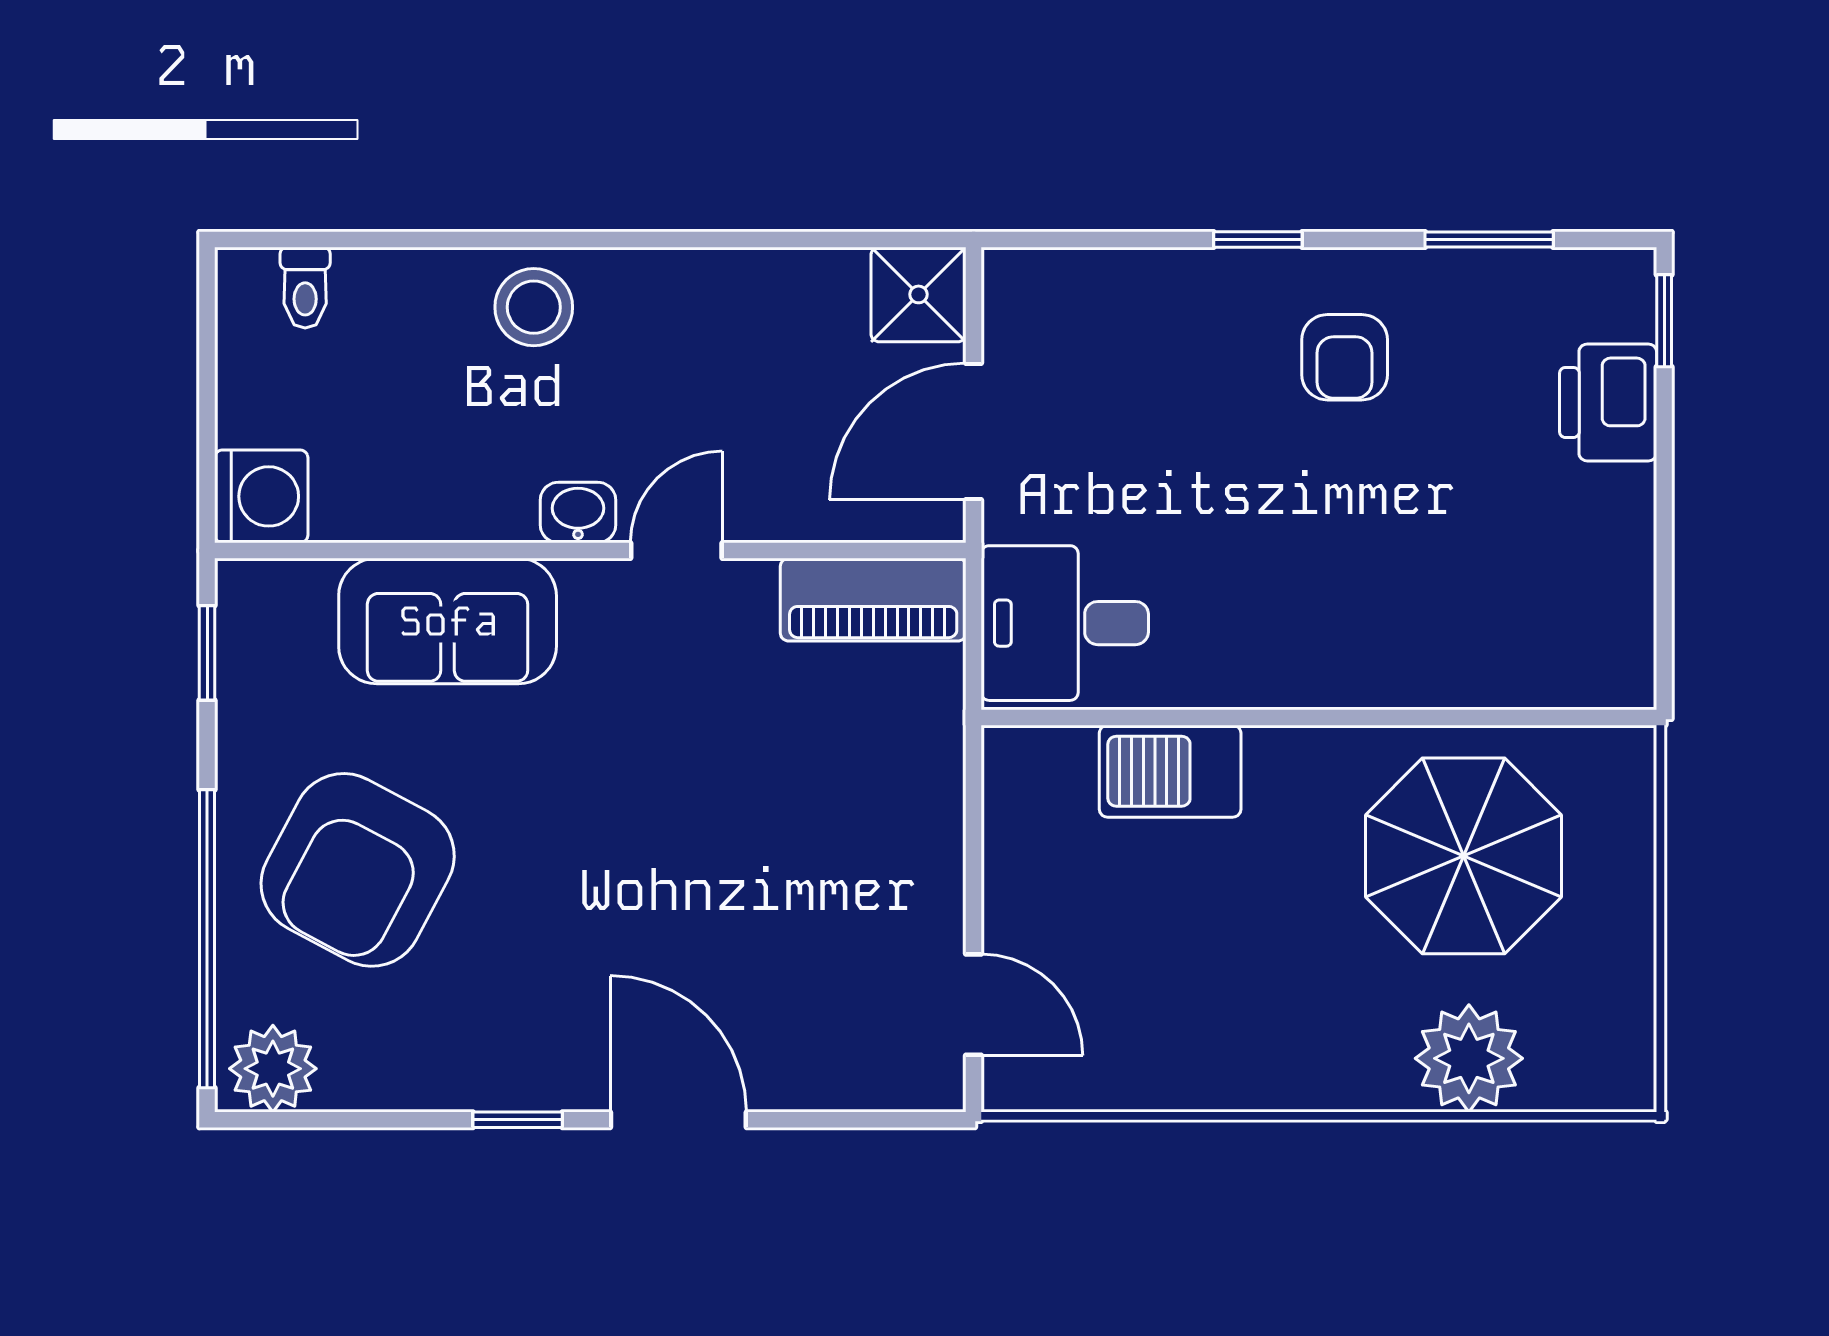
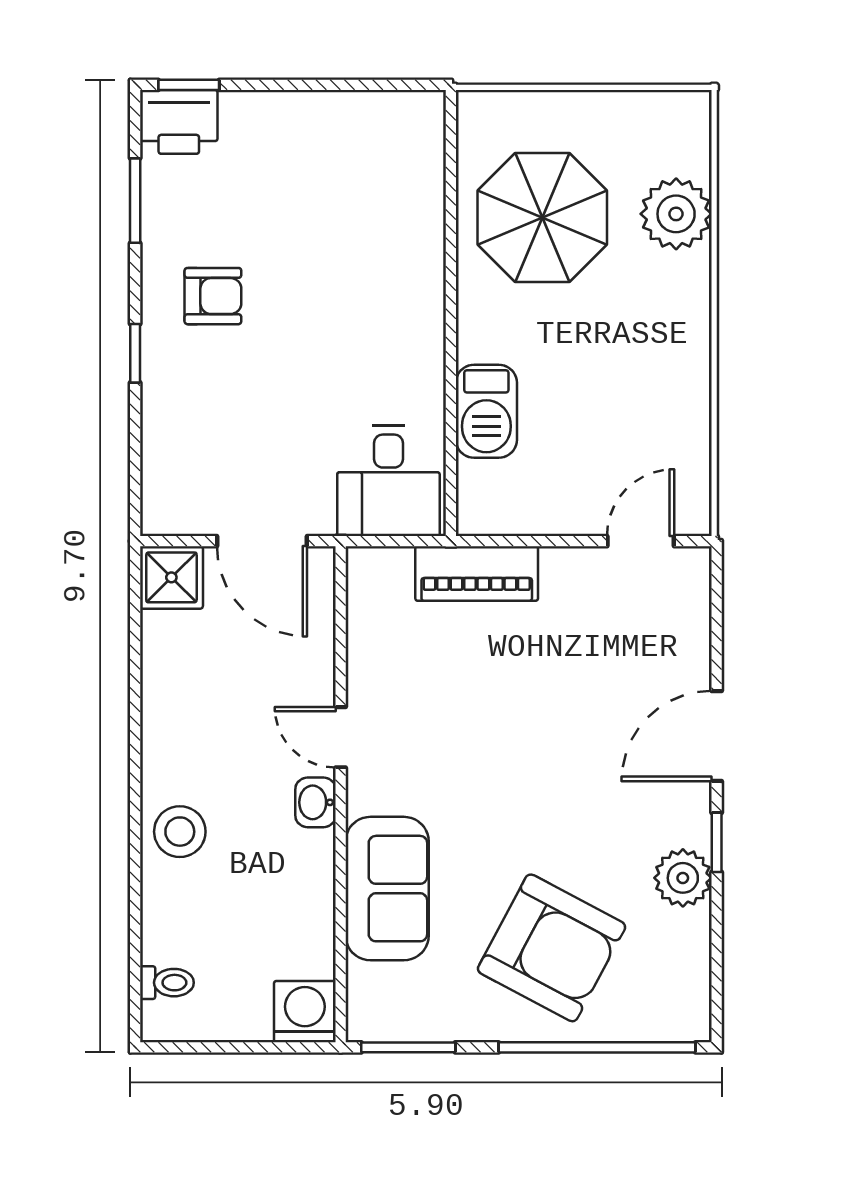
printer: (1608, 402) -> (179, 122), moved
piano: (873, 600) -> (477, 574), moved, turned 90
window: (207, 653) -> (408, 1047), width x1.50
plant: (273, 1069) -> (683, 878), moved

